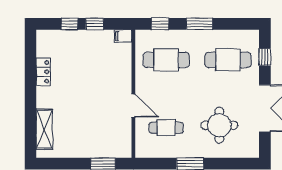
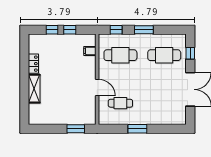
filing cabinet: (123, 36) -> (90, 51), moved
round table: (219, 125) -> (158, 101), removed
shelving: (44, 129) -> (34, 89), moved

